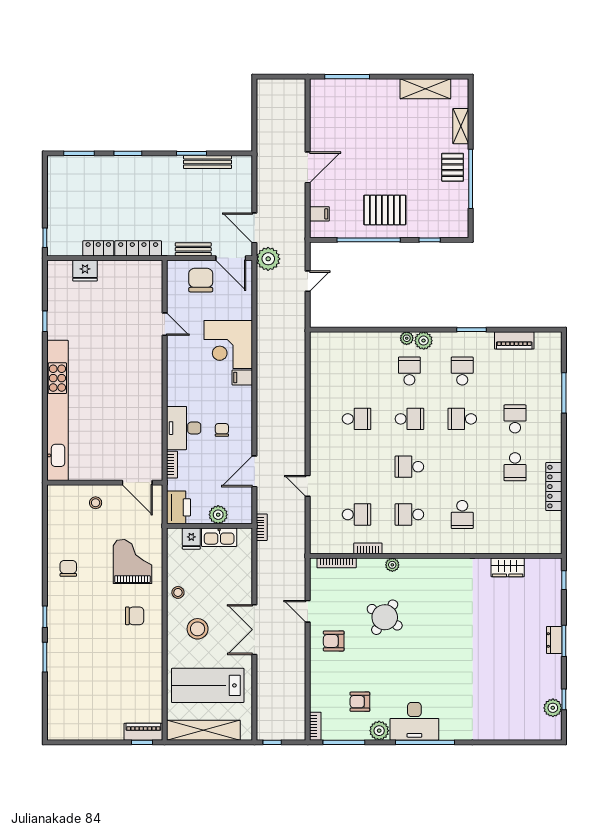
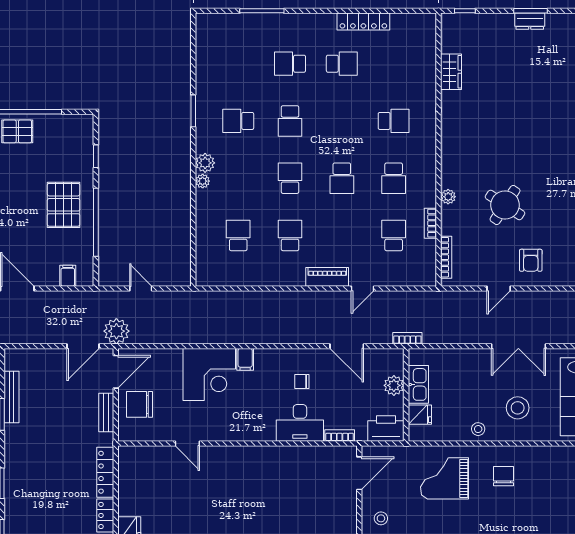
door: (165, 324) -> (187, 444), swing flipped
piano: (514, 340) -> (327, 277), moved, turned -90
school desk: (409, 371) -> (238, 235), moved, turned 90

